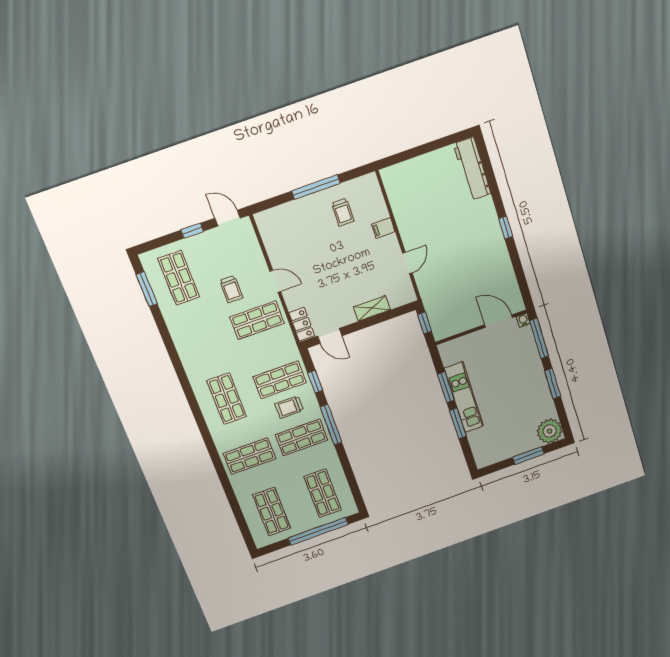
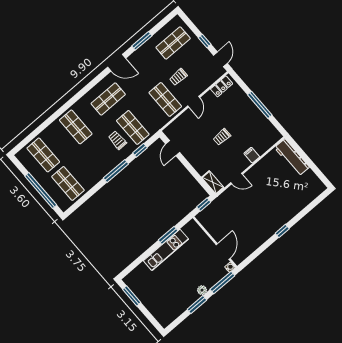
workbench: (472, 169) -> (292, 157), moved, turned -90
trolley: (343, 212) -> (222, 137), moved
window: (147, 289) -> (142, 41), moved
shelving: (372, 308) -> (213, 182), moved
locker: (302, 324) -> (222, 86), moved
door: (179, 368) -> (117, 63), added
window: (458, 423) -> (147, 253), removed
plant: (550, 431) -> (202, 290), moved, width x0.53, depth x0.53
shop shelf: (302, 437) -> (100, 155), removed
window: (528, 456) -> (132, 296), moved
shop shelf: (323, 493) -> (68, 183), turned 90
shop shelf: (272, 512) -> (43, 155), turned 90

